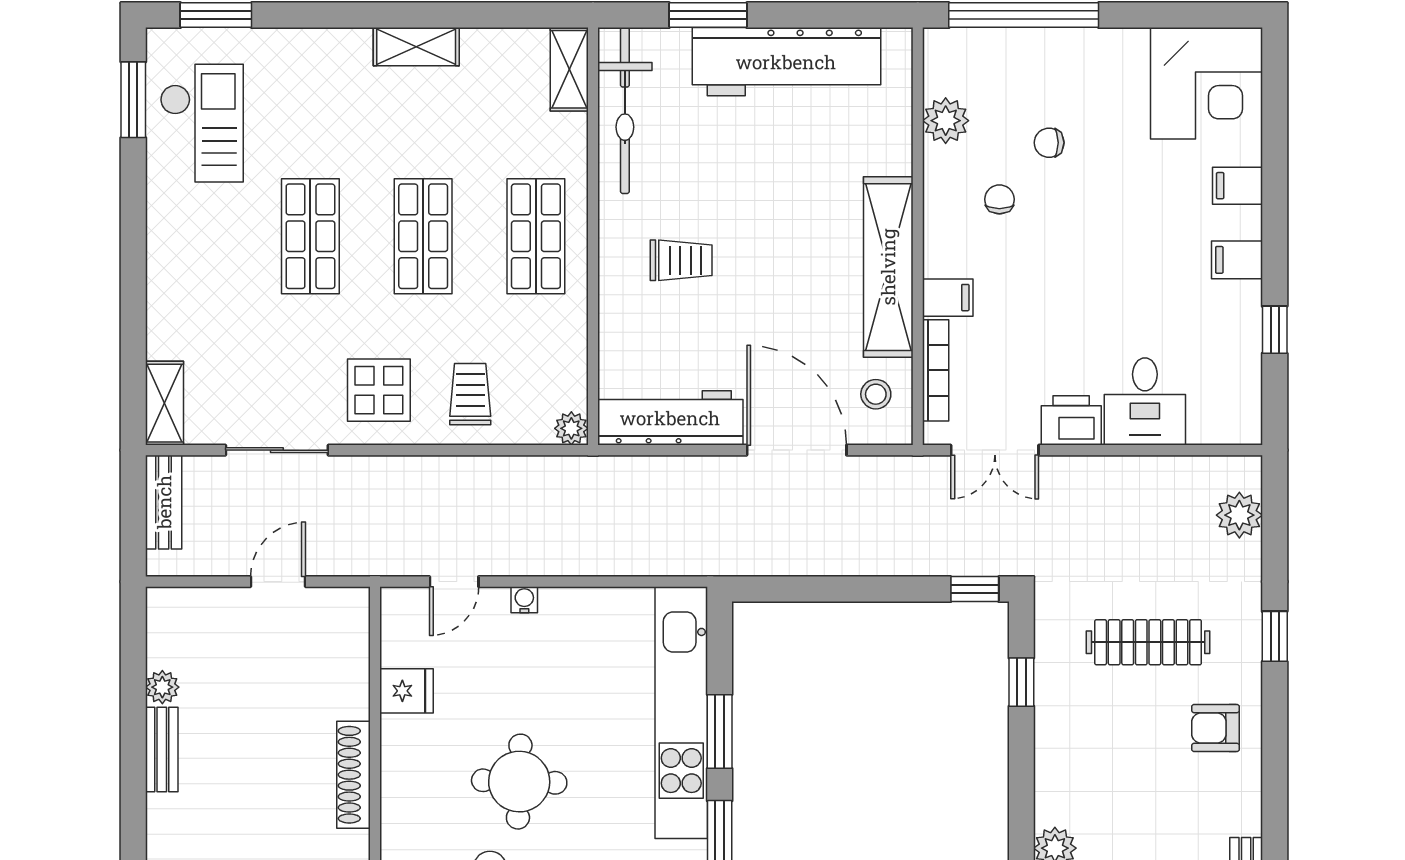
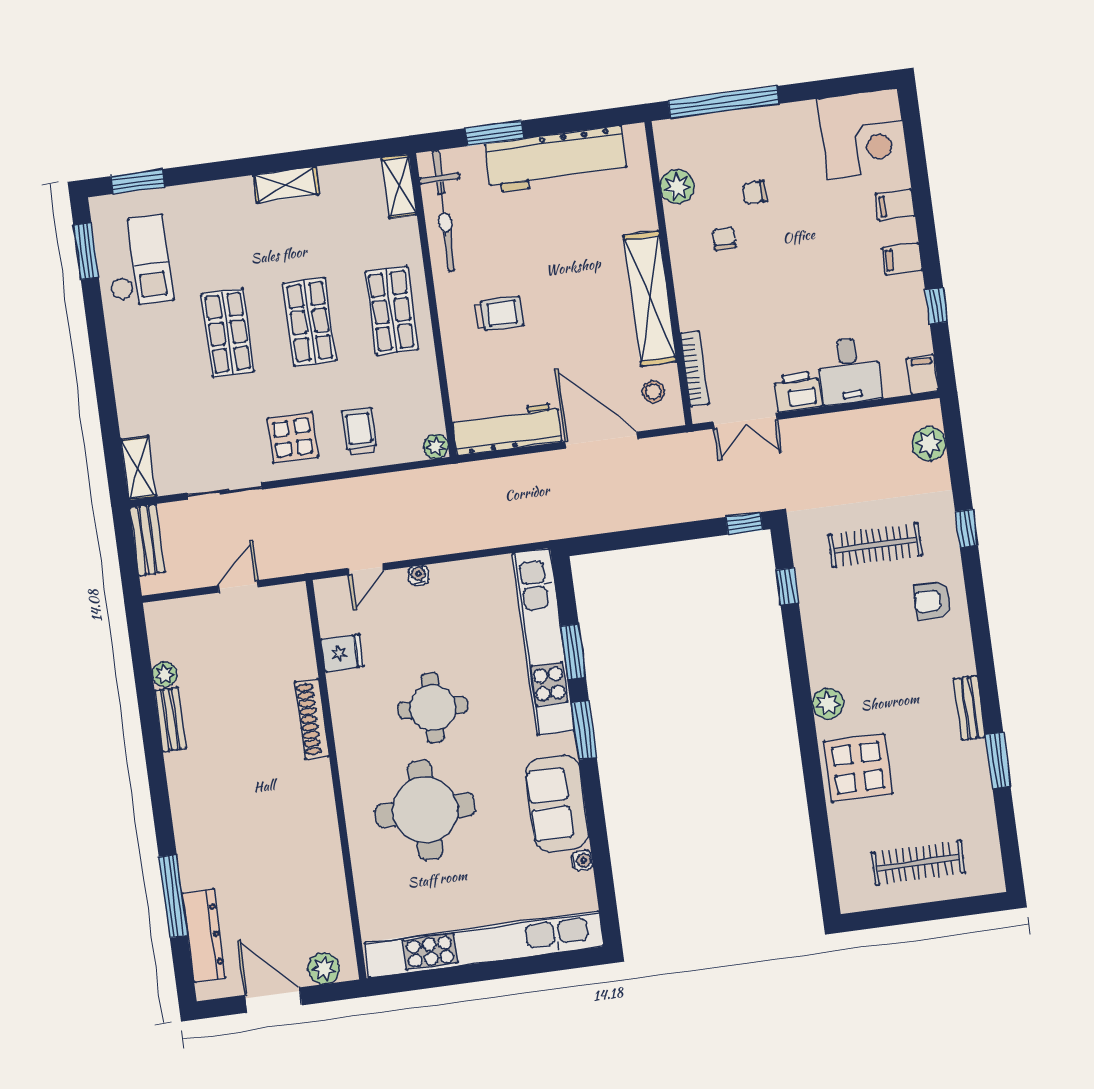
filing cabinet: (948, 298) -> (923, 375), moved, turned -90

